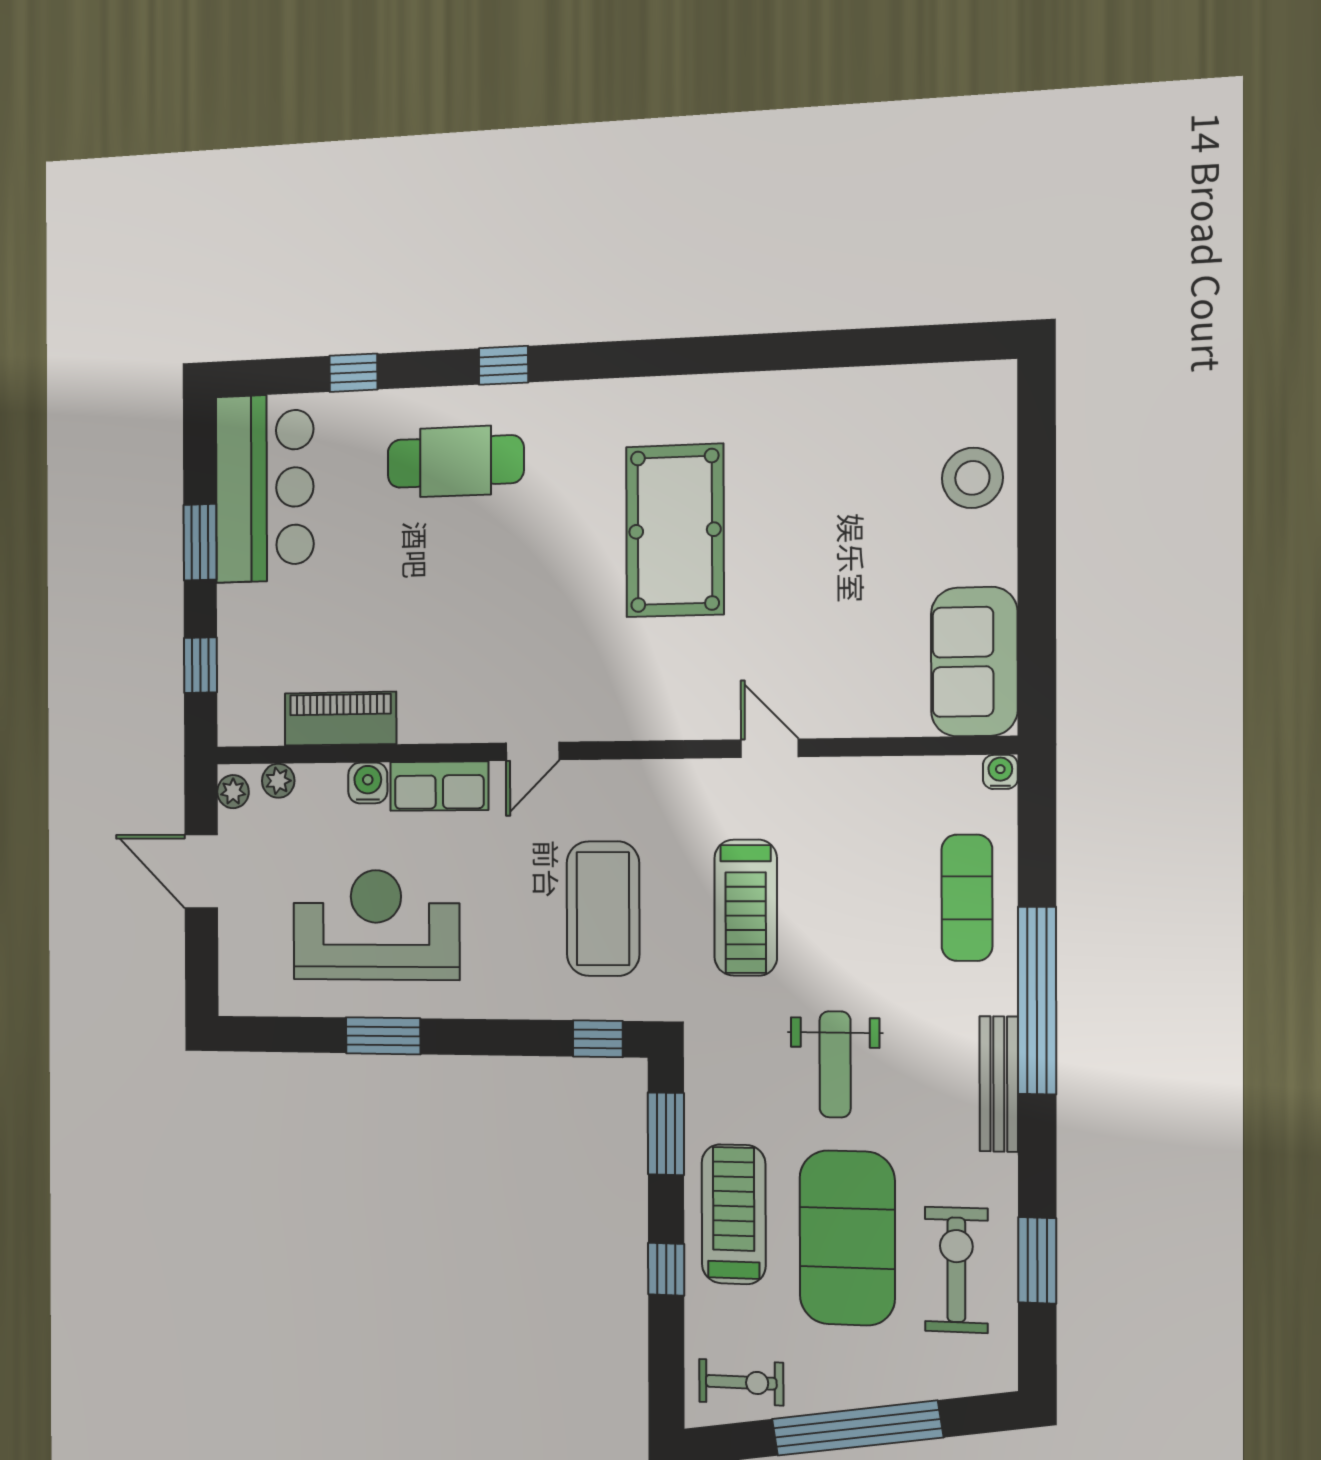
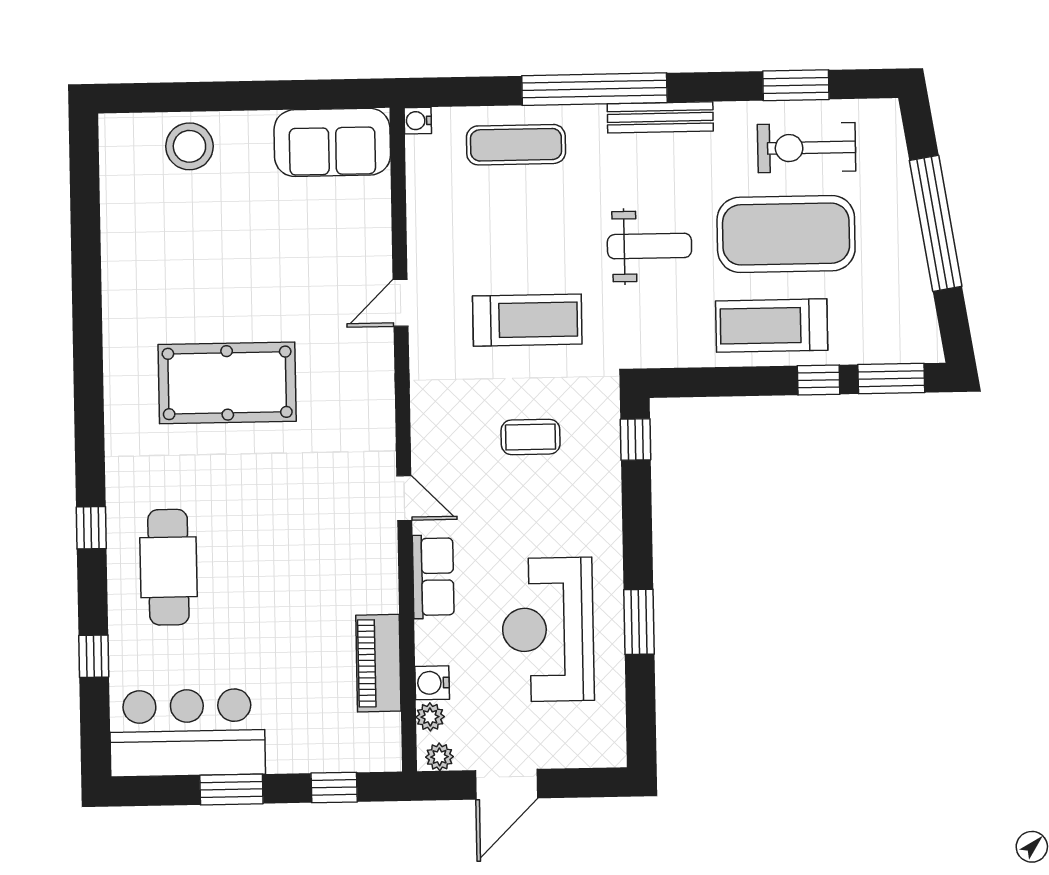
water cooler: (368, 783) -> (432, 683), moved
coffee table: (603, 909) -> (531, 437), width x0.54, depth x0.58
window: (666, 1134) -> (891, 379), moved
exercise bike: (741, 1382) -> (905, 317), removed

